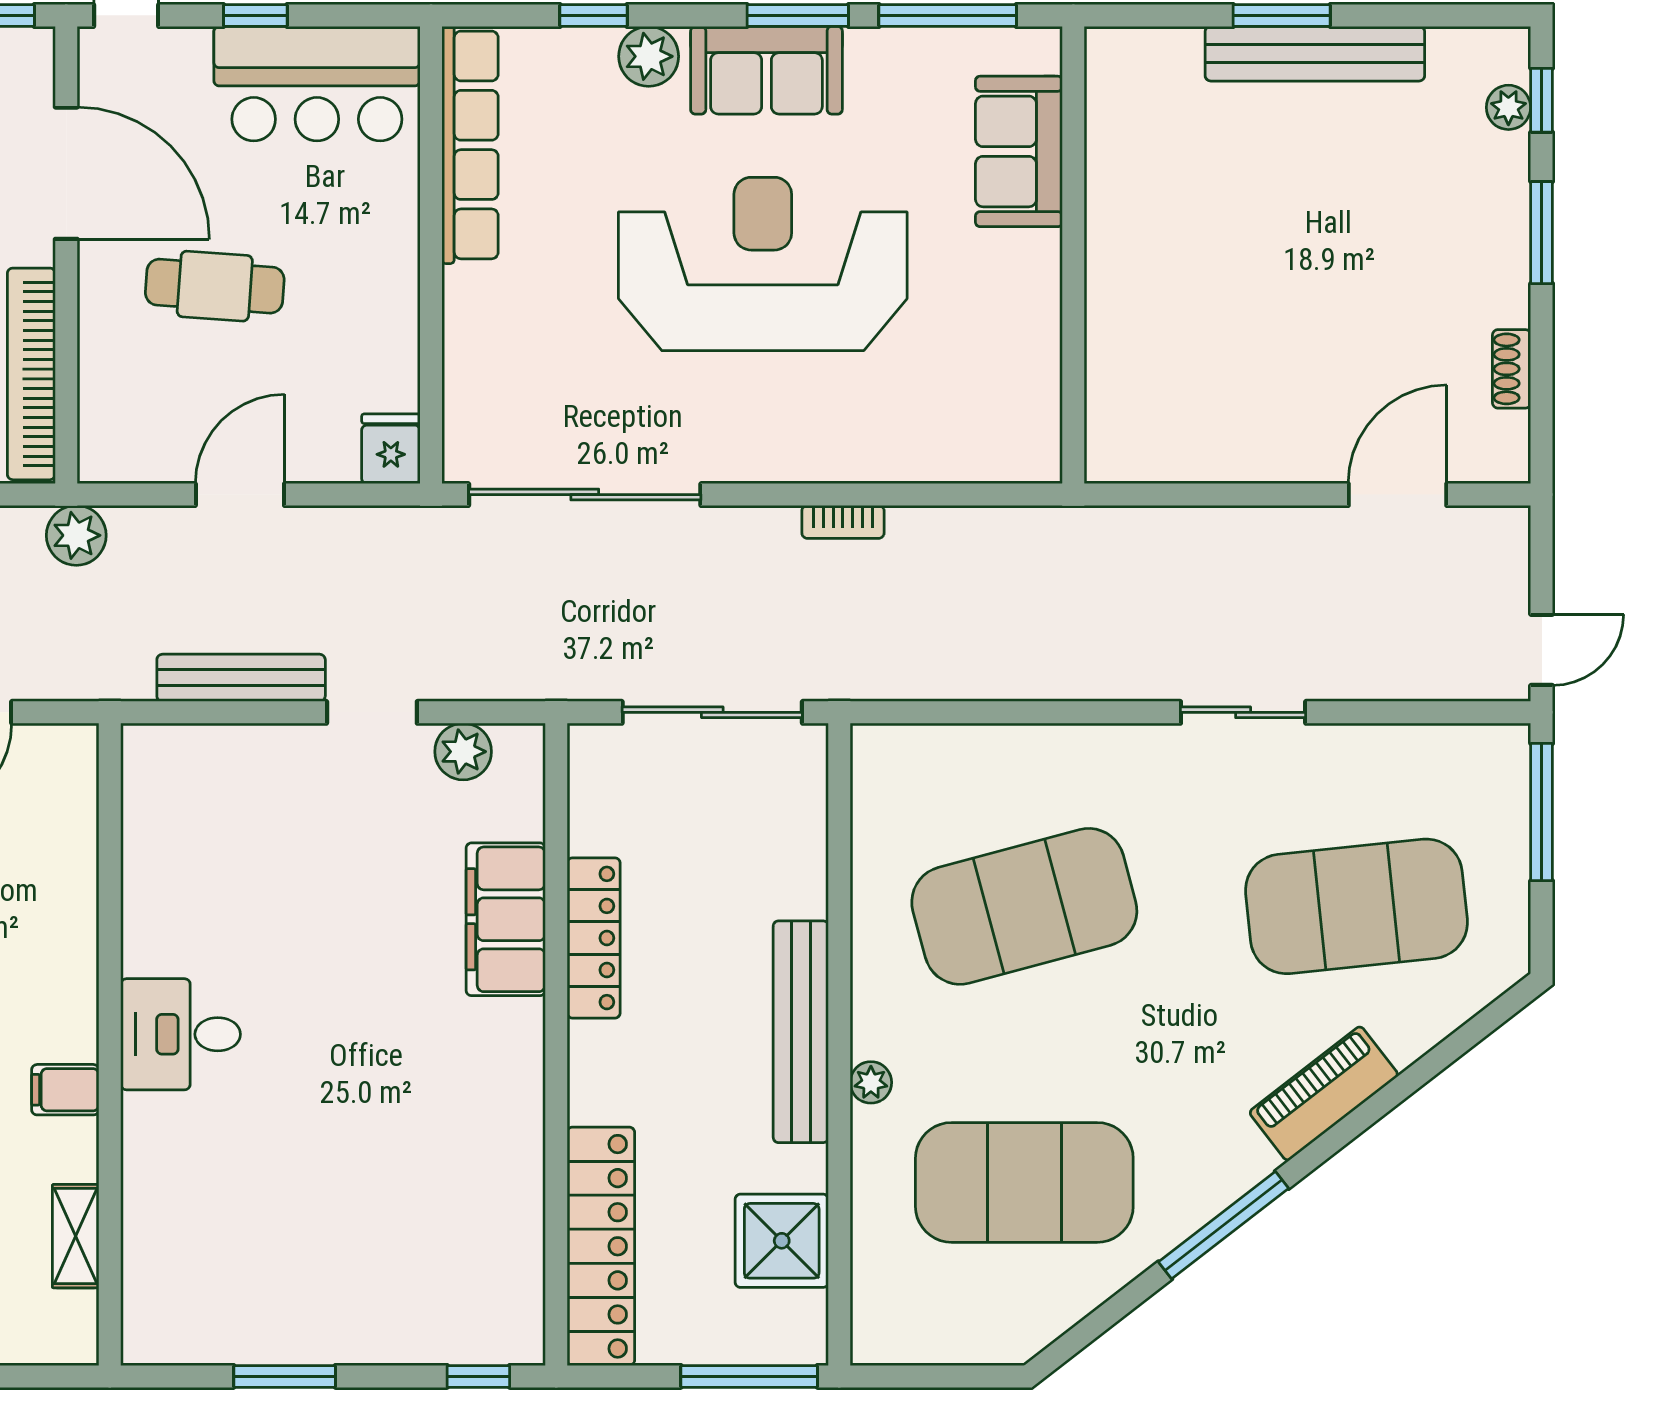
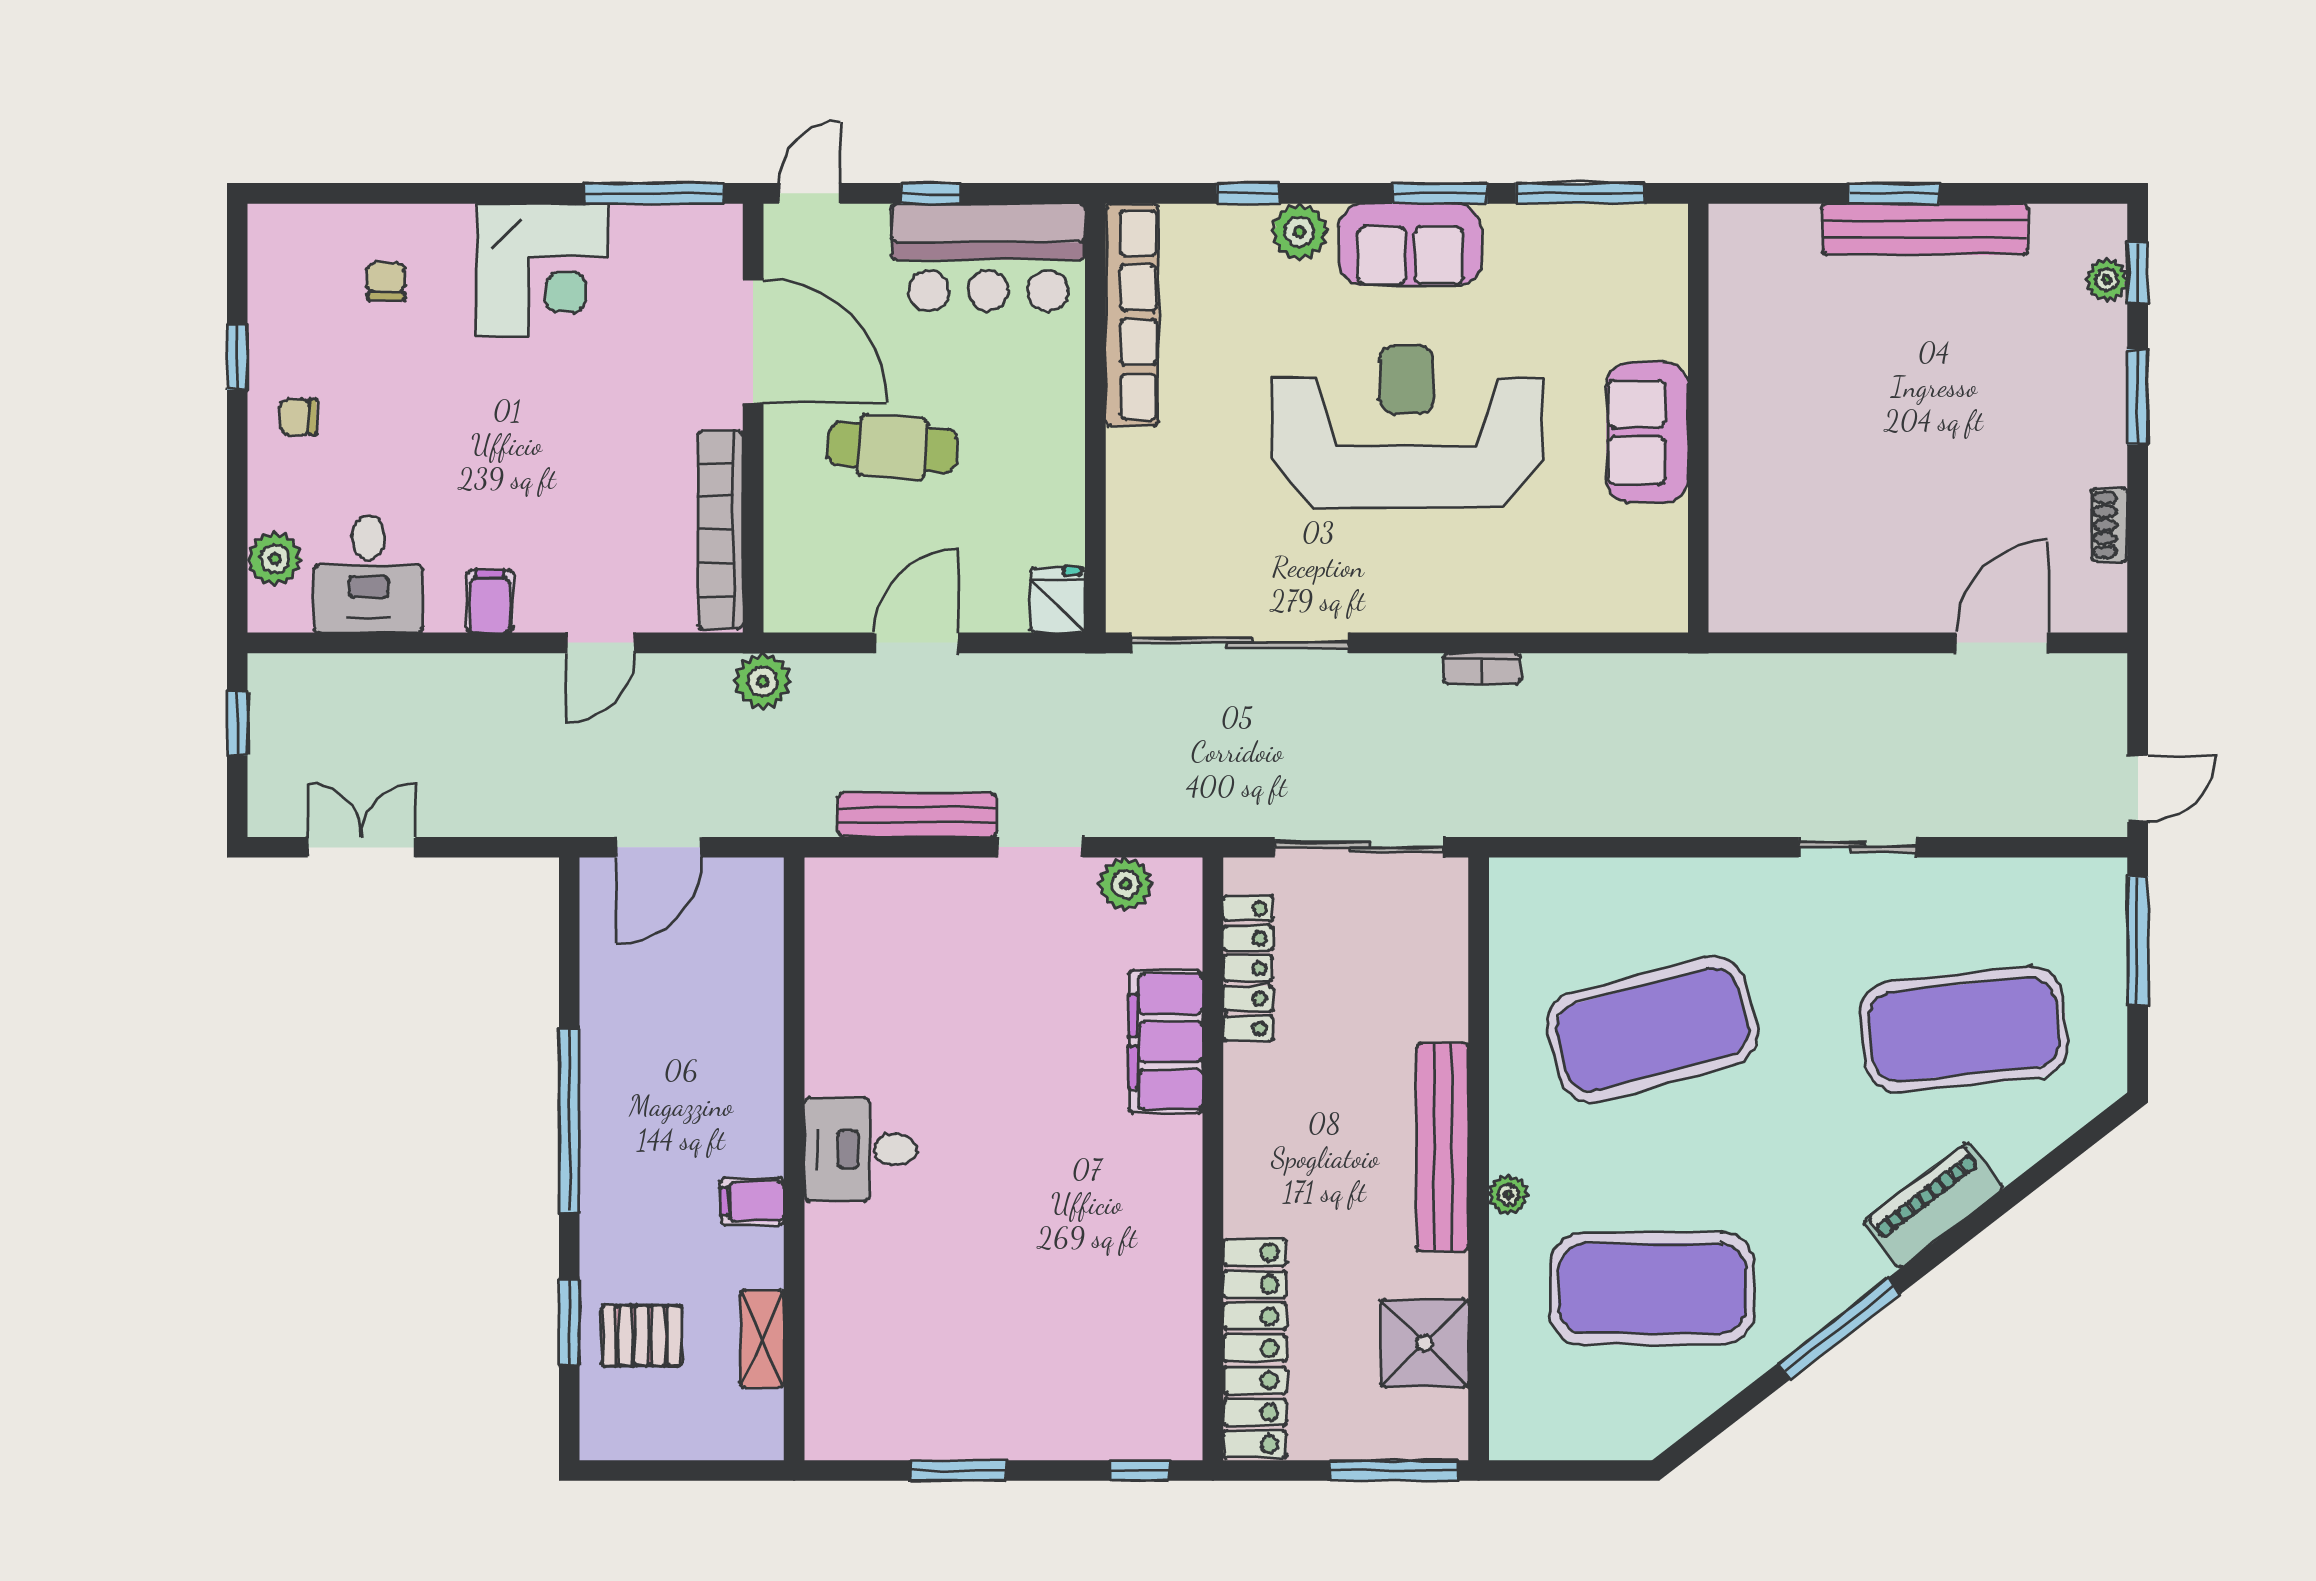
sofa: (1019, 151) -> (1647, 432), moved
locker: (594, 938) -> (1248, 968), moved

